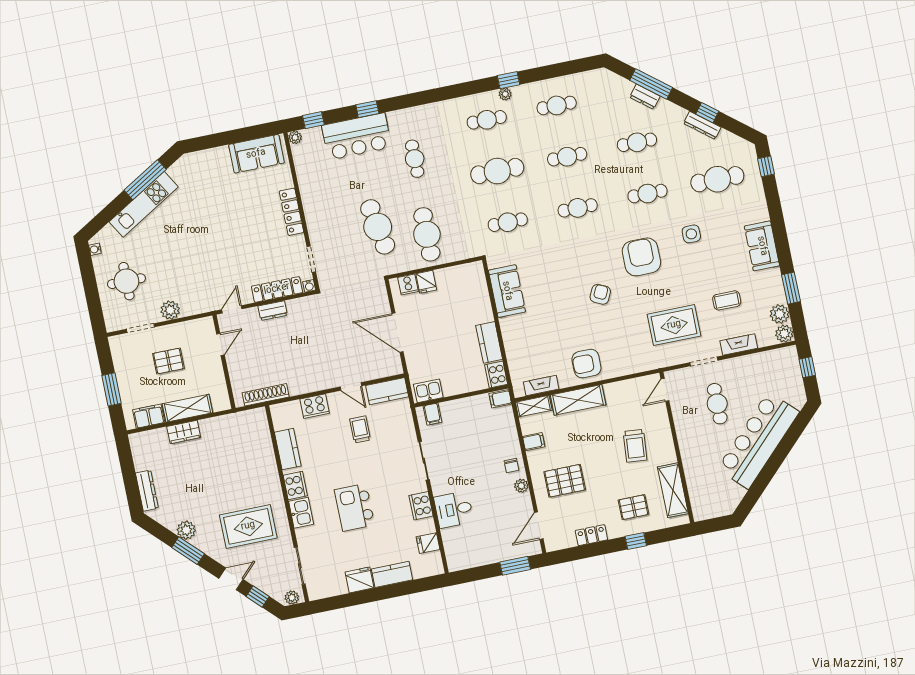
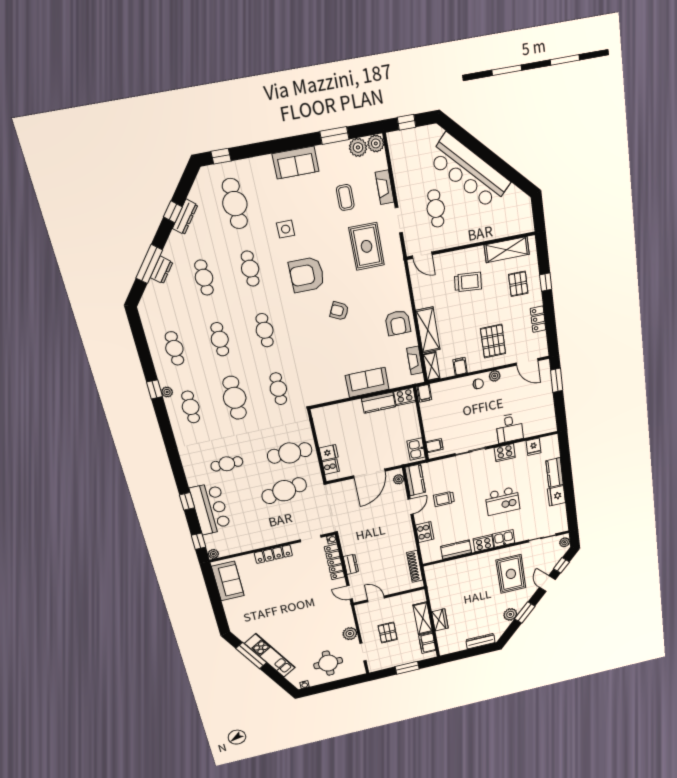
sofa: (507, 291) -> (367, 382), moved
plant: (389, 370) -> (399, 479), added
cafe table: (717, 404) -> (436, 209), turned 90

